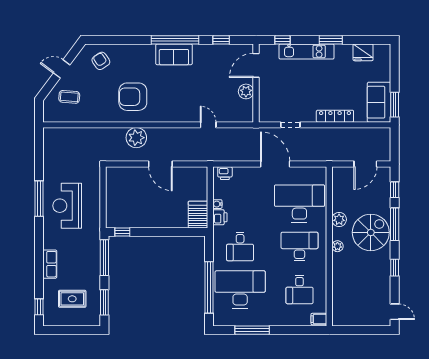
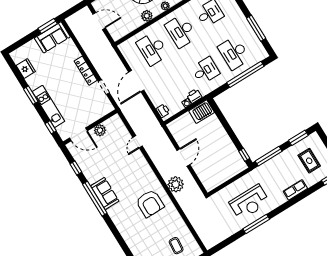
armchair: (101, 61) -> (139, 239), removed
locker: (335, 116) -> (86, 71), moved
desk: (299, 204) -> (152, 49), width x0.73, depth x0.77
desk: (240, 289) -> (234, 53), width x0.73, depth x0.77

